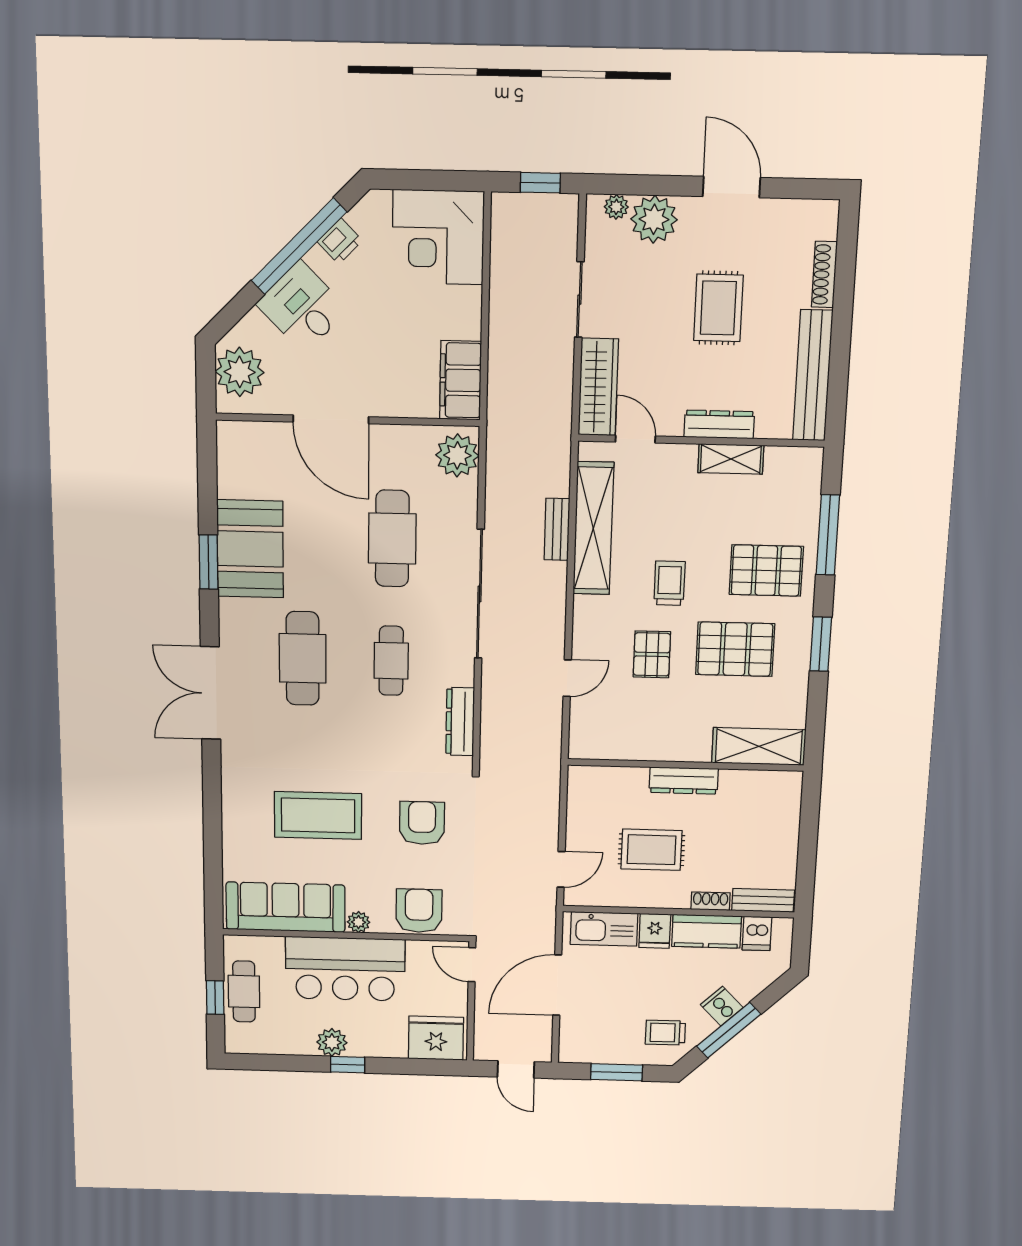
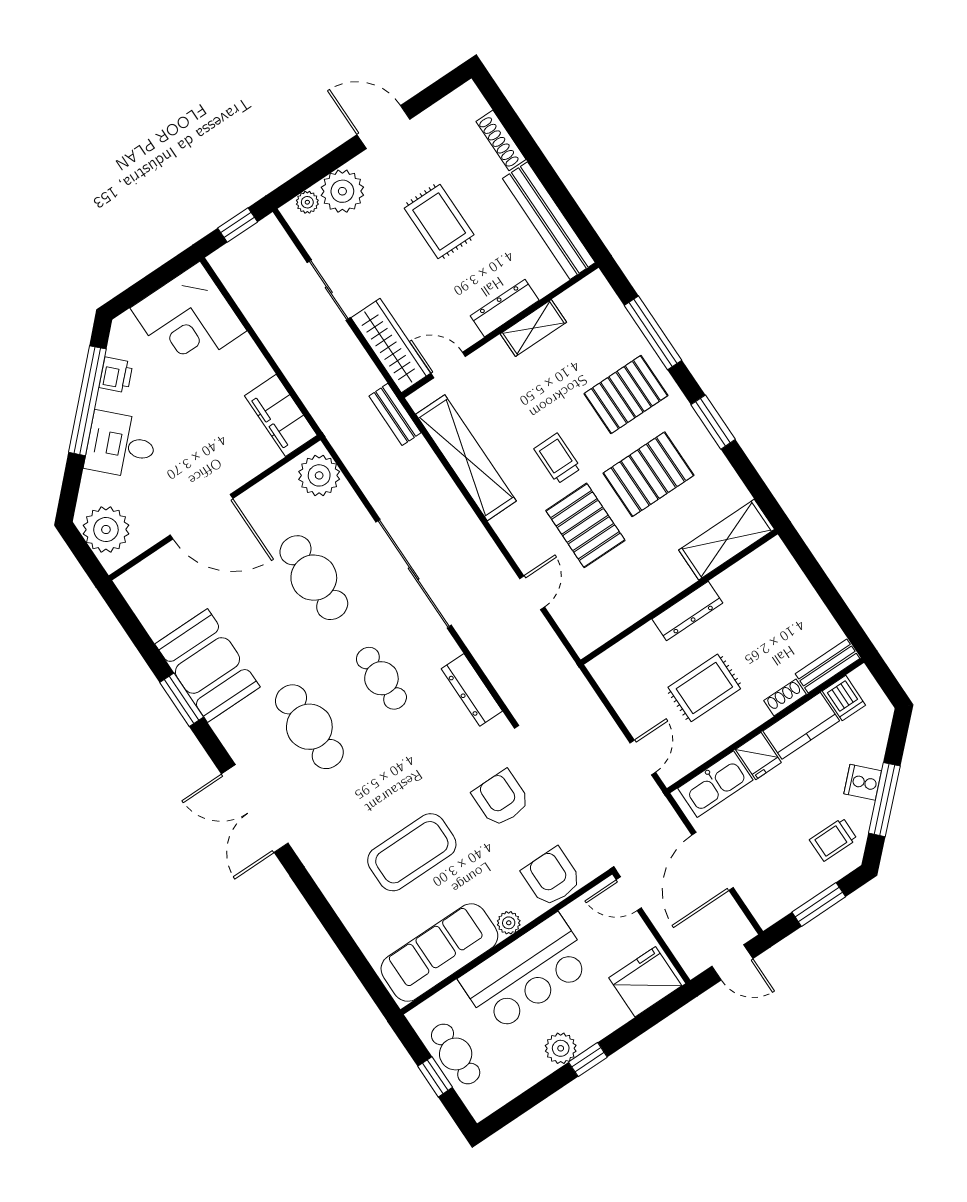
bench: (557, 529) -> (395, 414), moved
pallet: (652, 654) -> (585, 525), width x1.50, depth x1.42

